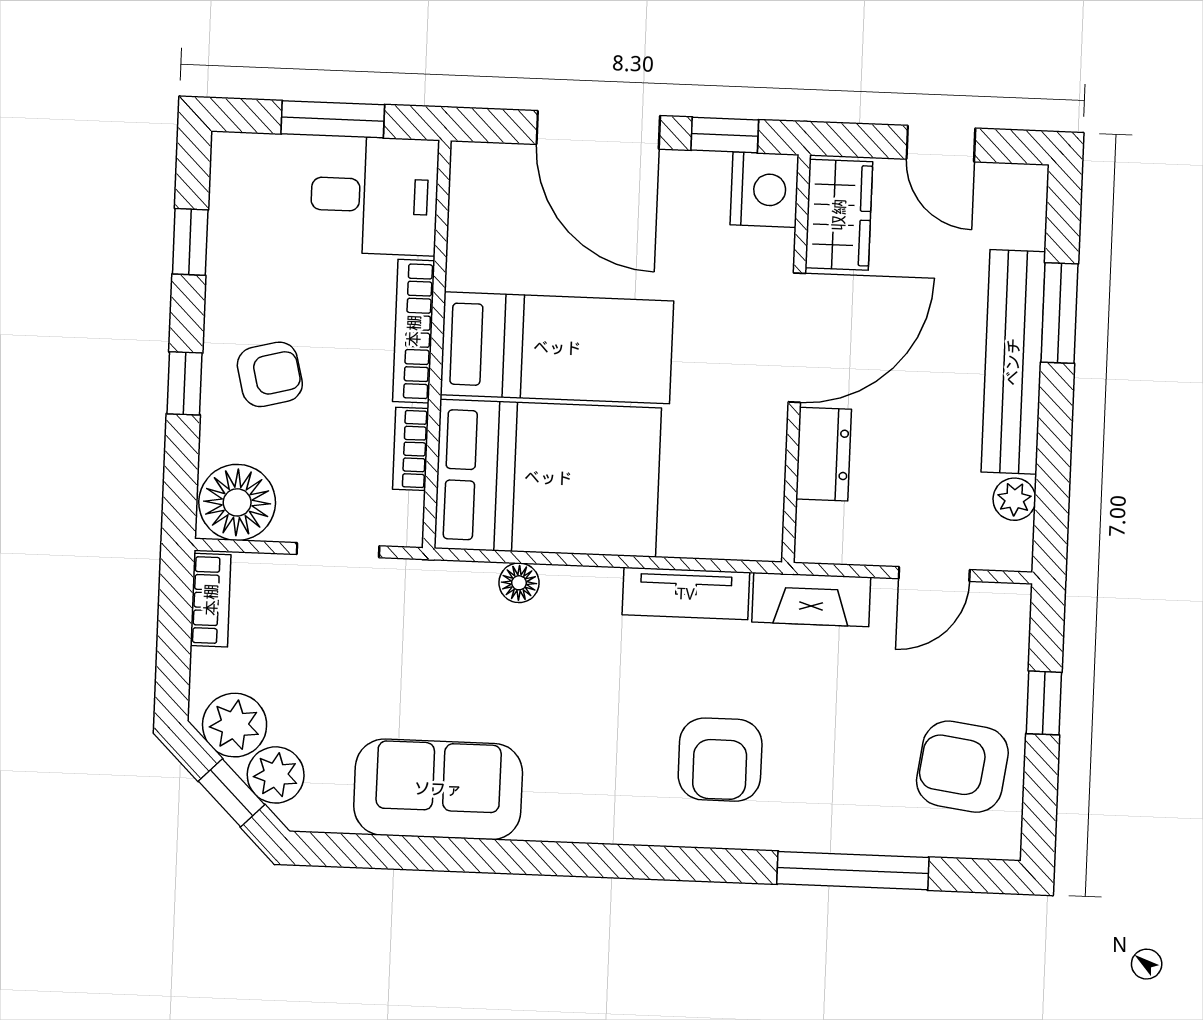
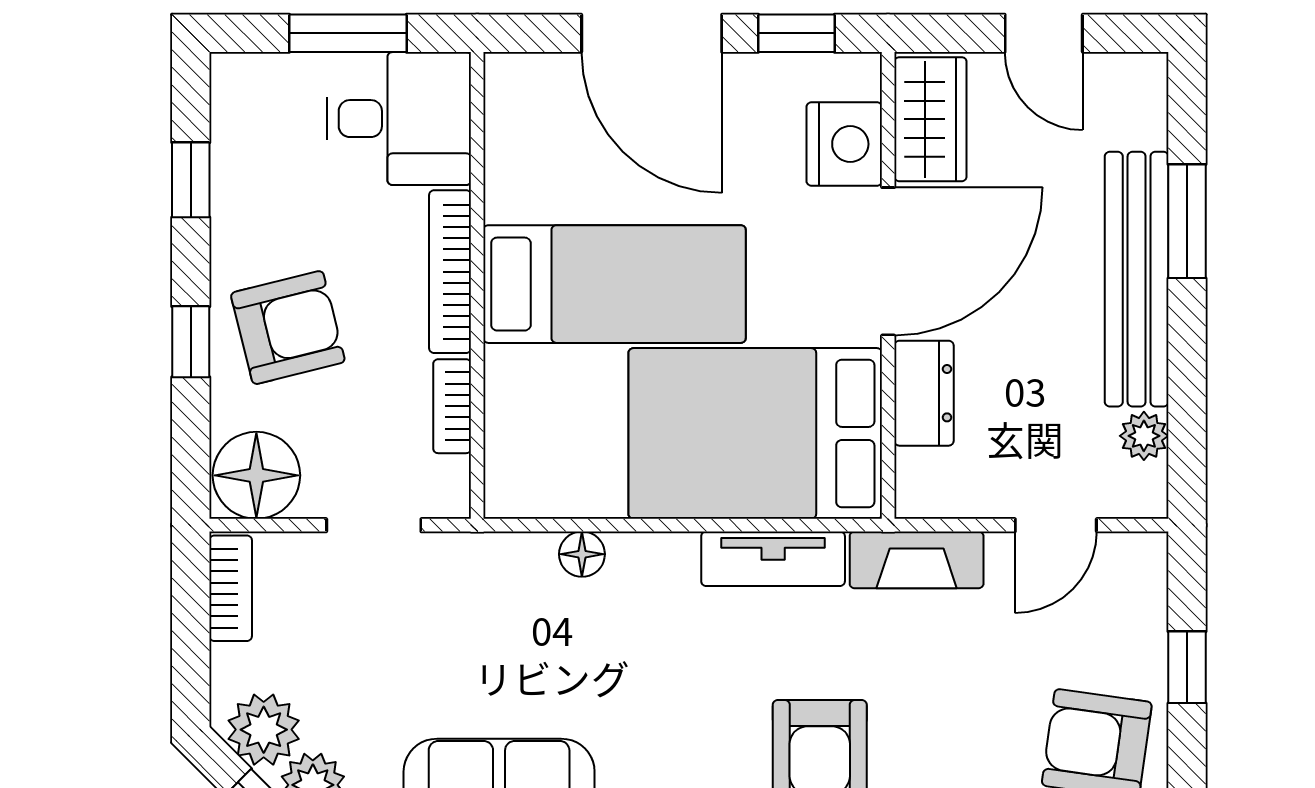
nightstand: (764, 190) -> (844, 144), moved
armchair: (270, 374) -> (288, 328), width x1.38, depth x1.38
bed: (548, 478) -> (755, 433), moved, turned 180

